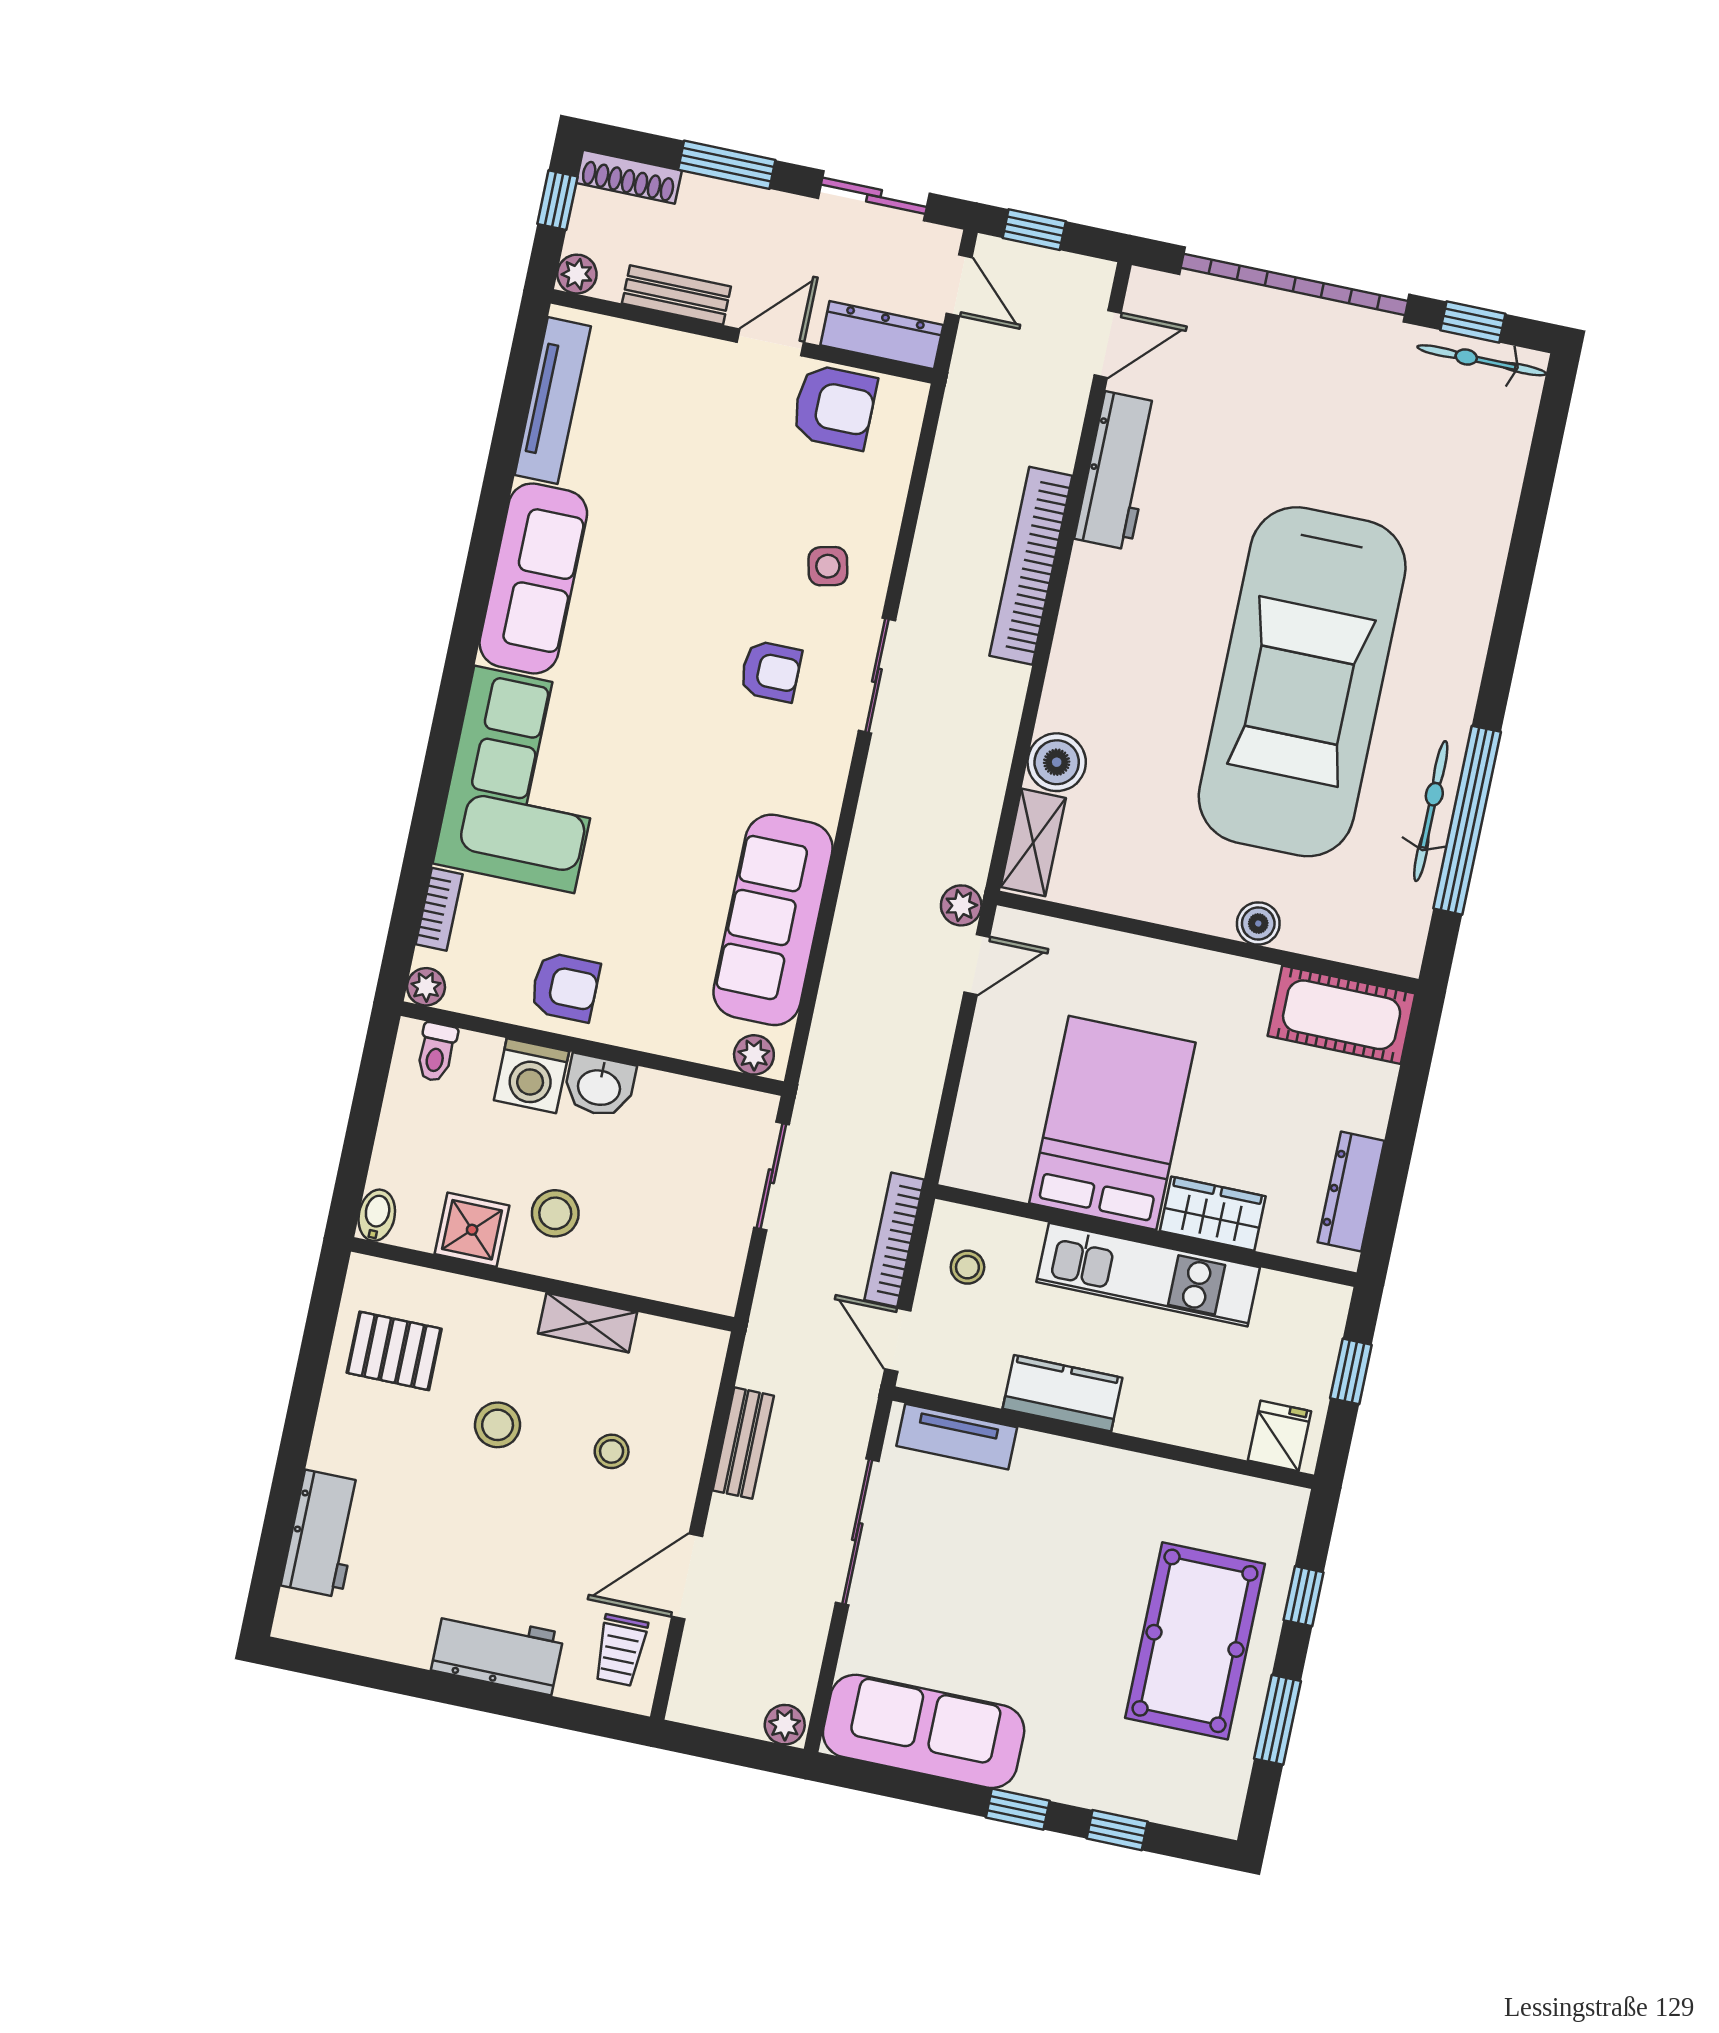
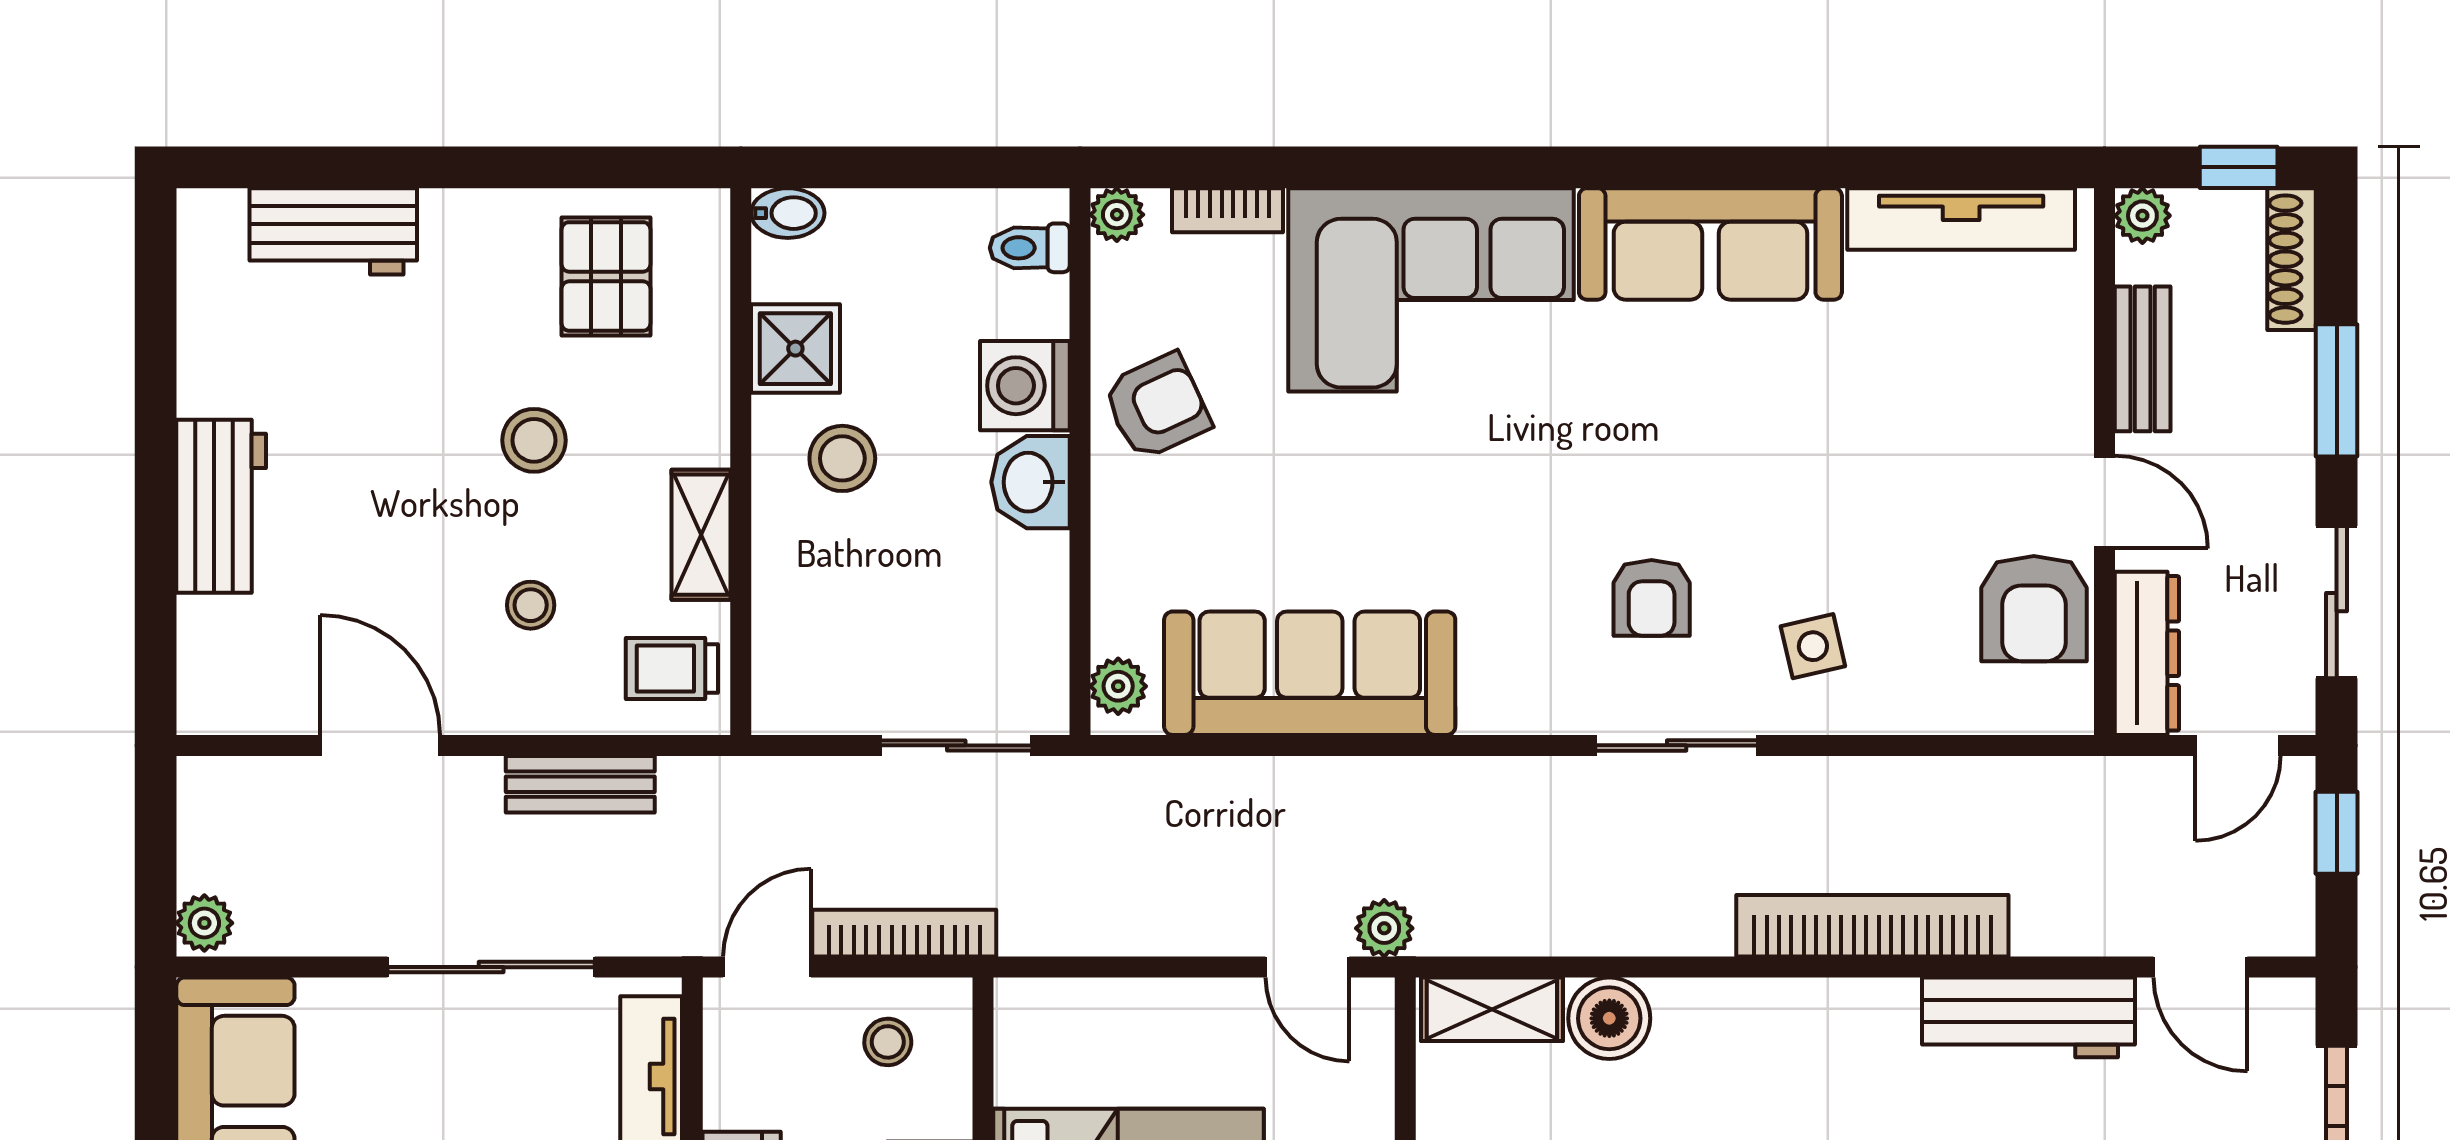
armchair: (565, 987) -> (1157, 406), turned -115
trolley: (620, 1650) -> (672, 669), moved

